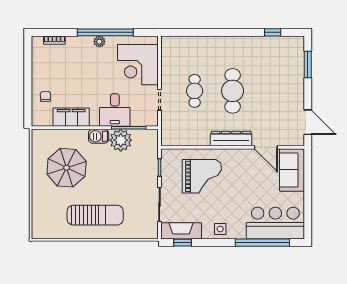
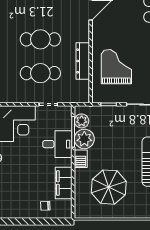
cafe table: (195, 91) -> (40, 73), width x1.37, depth x1.35
plant: (141, 137) -> (82, 121), added
dresser: (231, 139) -> (83, 61), moved

